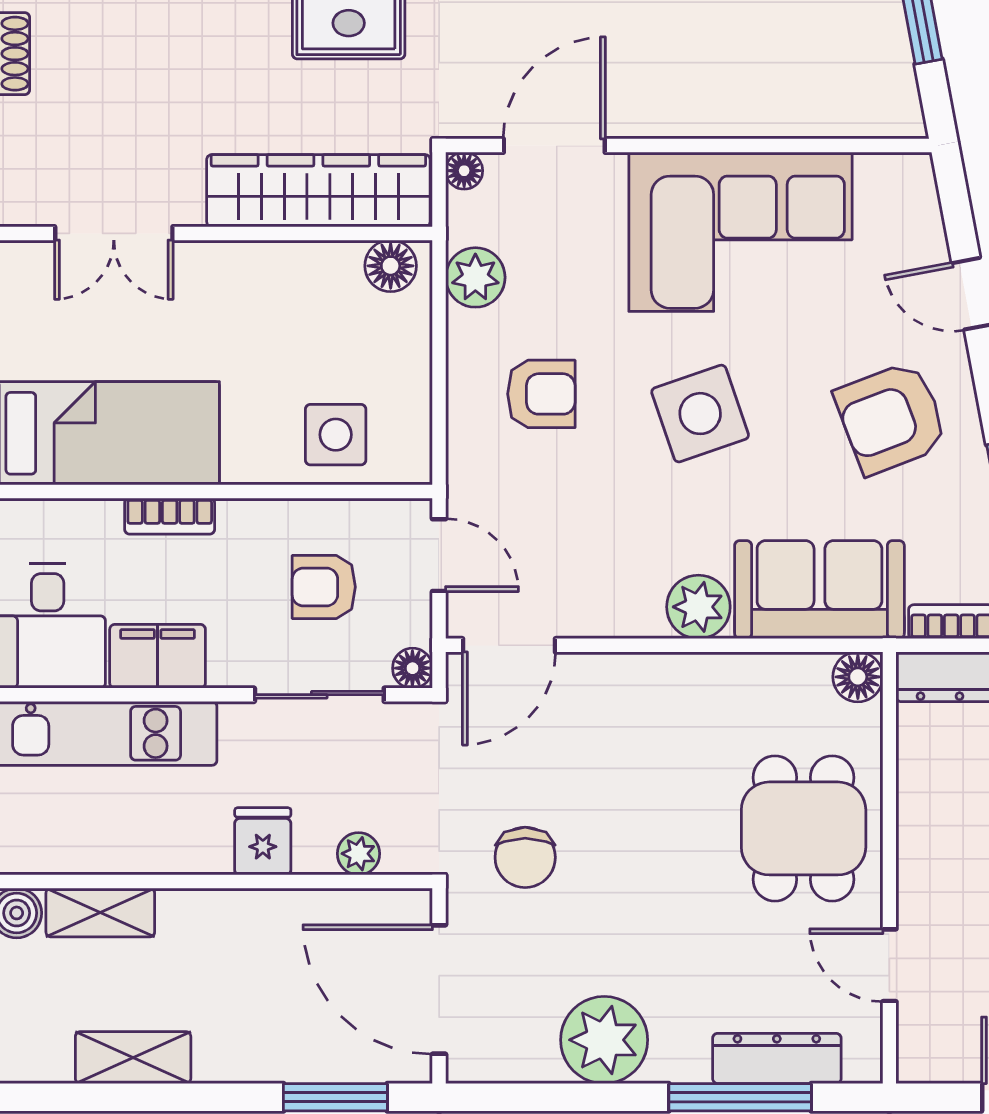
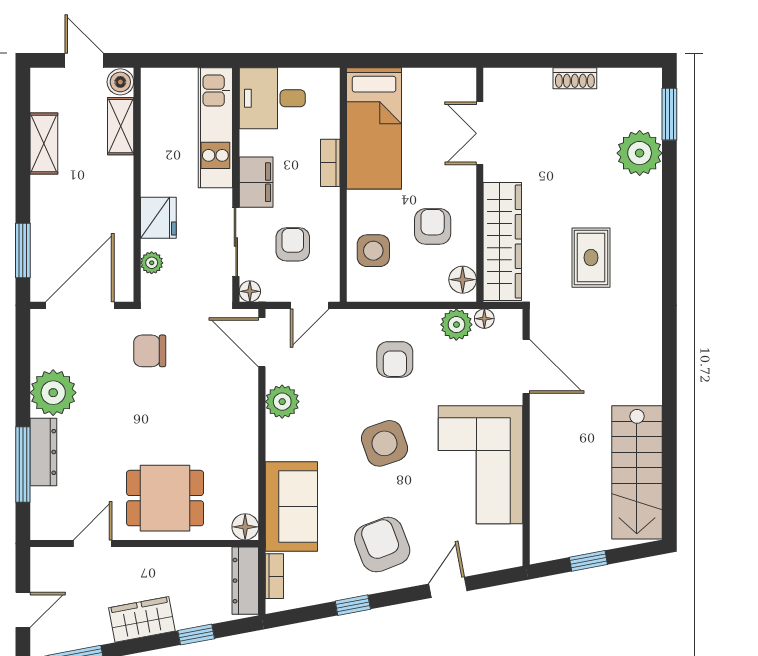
floor lamp: (464, 171) -> (484, 319), moved
armchair: (290, 323) -> (433, 226), added
plant: (698, 607) -> (282, 402), moved
filing cabinet: (158, 656) -> (256, 182), moved
fridge: (263, 841) -> (158, 218), width x1.38
dresser: (777, 1058) -> (43, 452), moved

